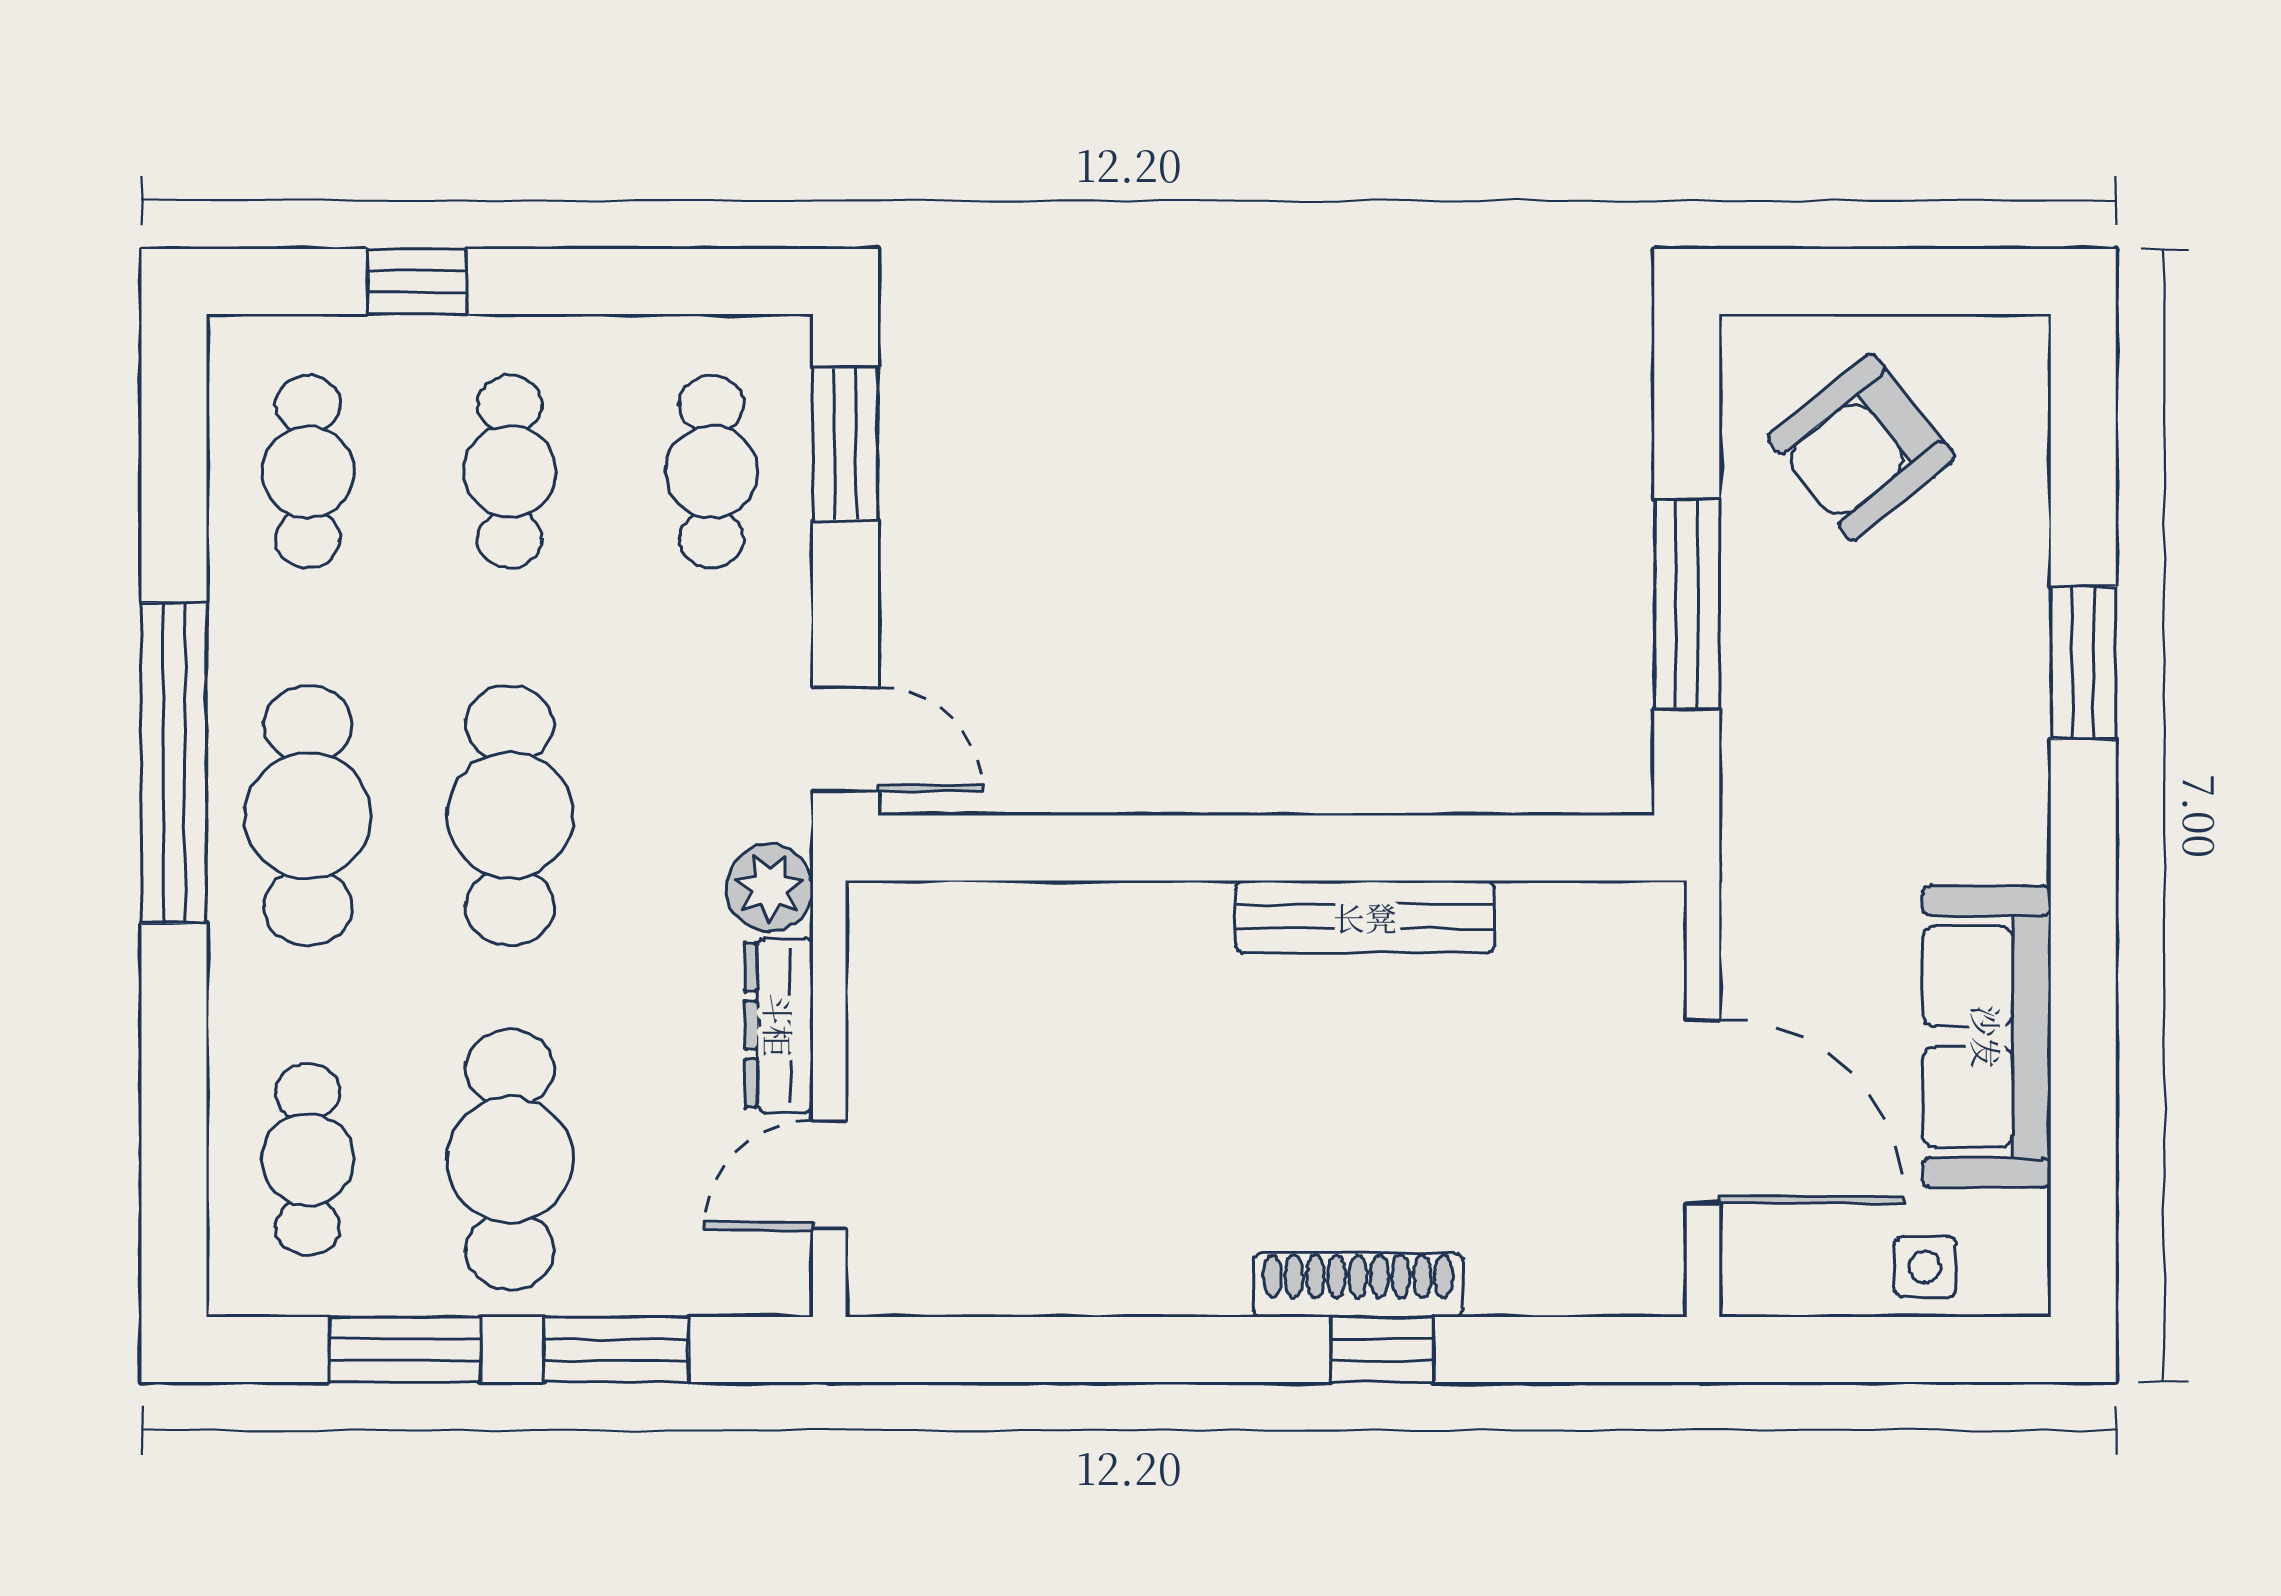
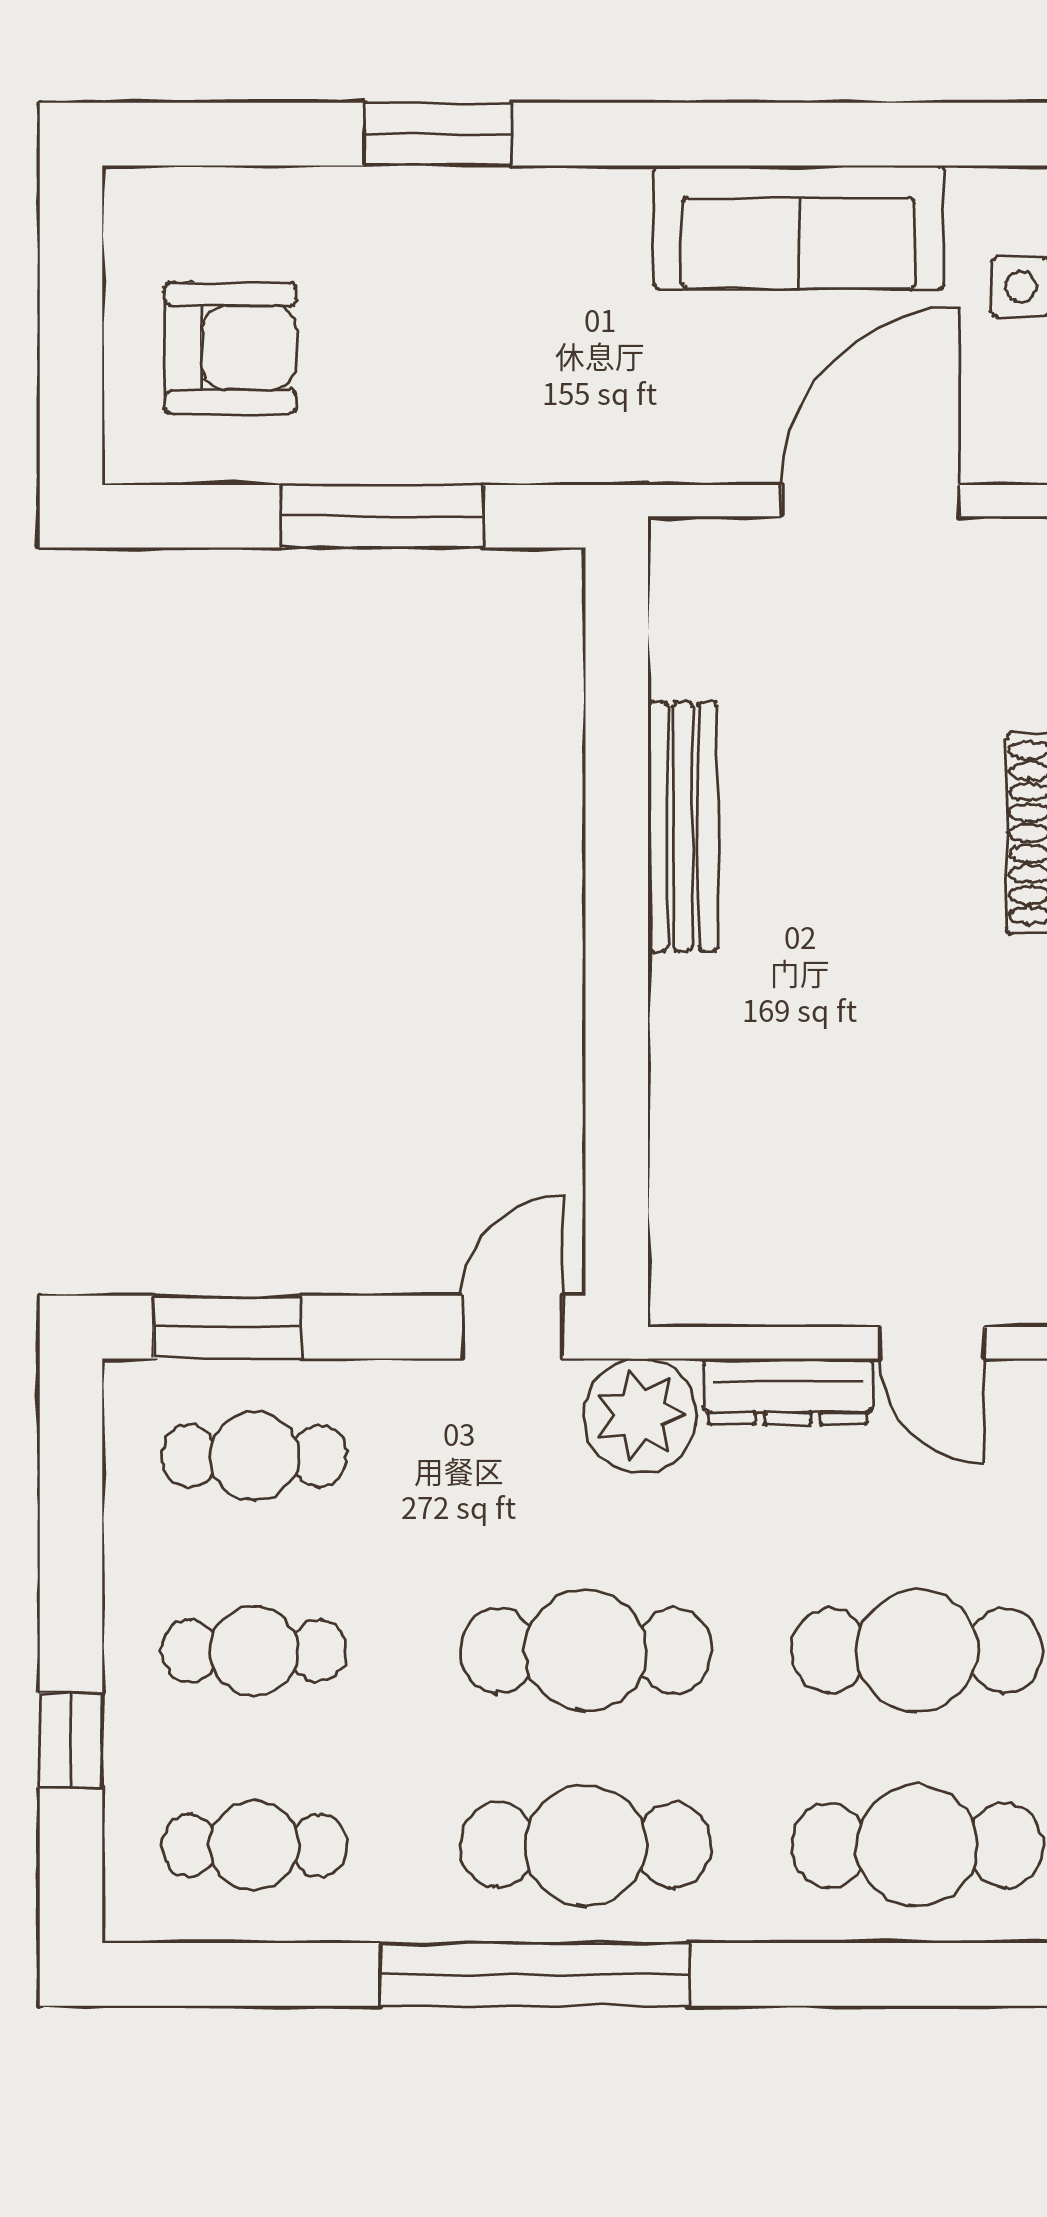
armchair: (1861, 447) -> (231, 348), turned -51
plant: (770, 888) -> (640, 1415), width x1.36, depth x1.36
cafe table: (308, 1159) -> (917, 1845), width x1.37, depth x1.35

